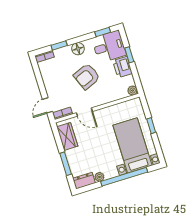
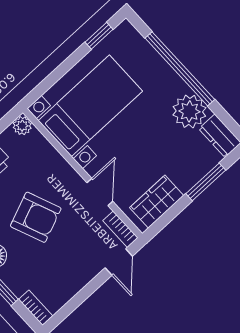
door: (47, 105) -> (119, 262), hinge flipped
window: (151, 126) -> (99, 36), moved
bed with nightstands: (132, 145) -> (90, 106), moved, turned 180
plant: (99, 177) -> (189, 111), width x1.88, depth x1.88

